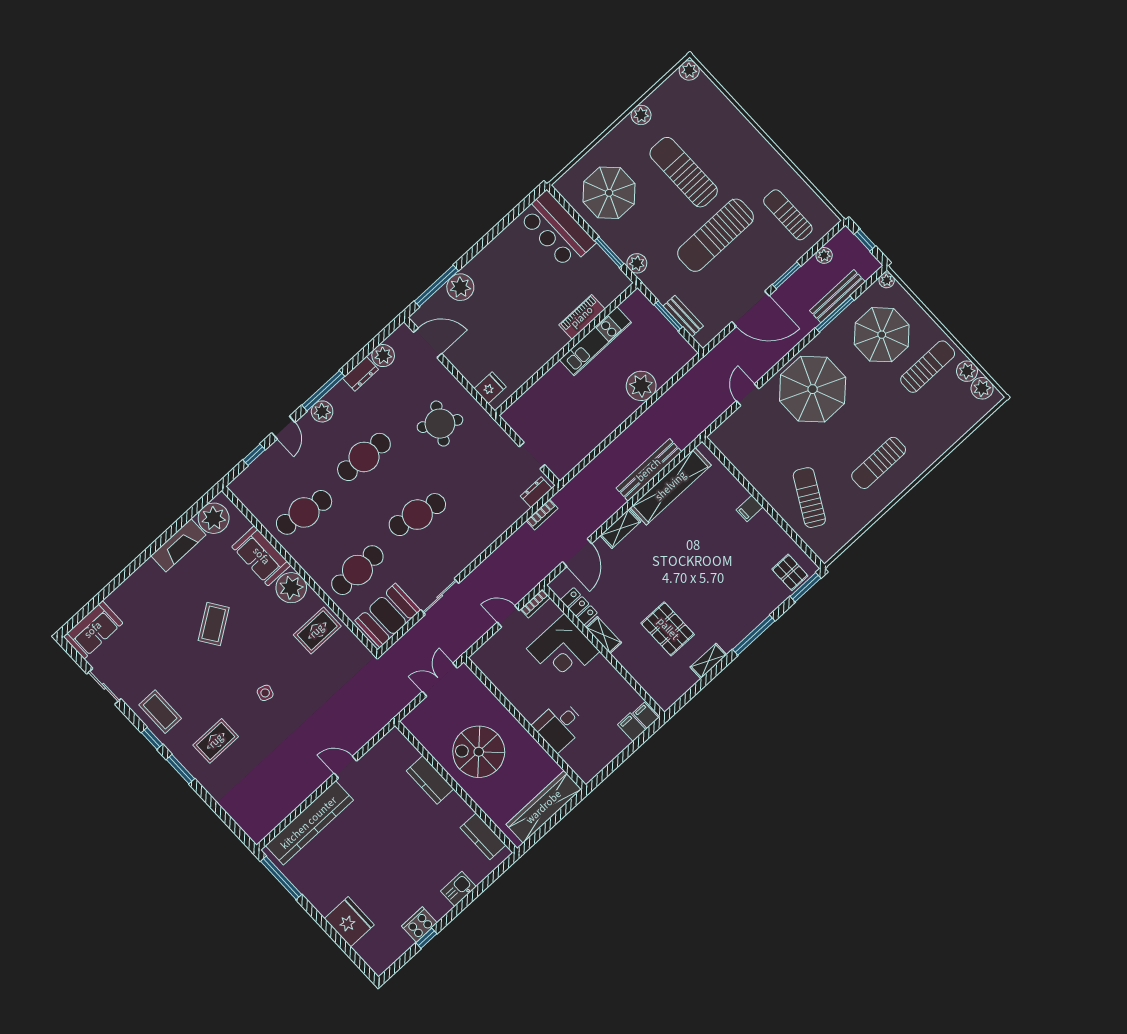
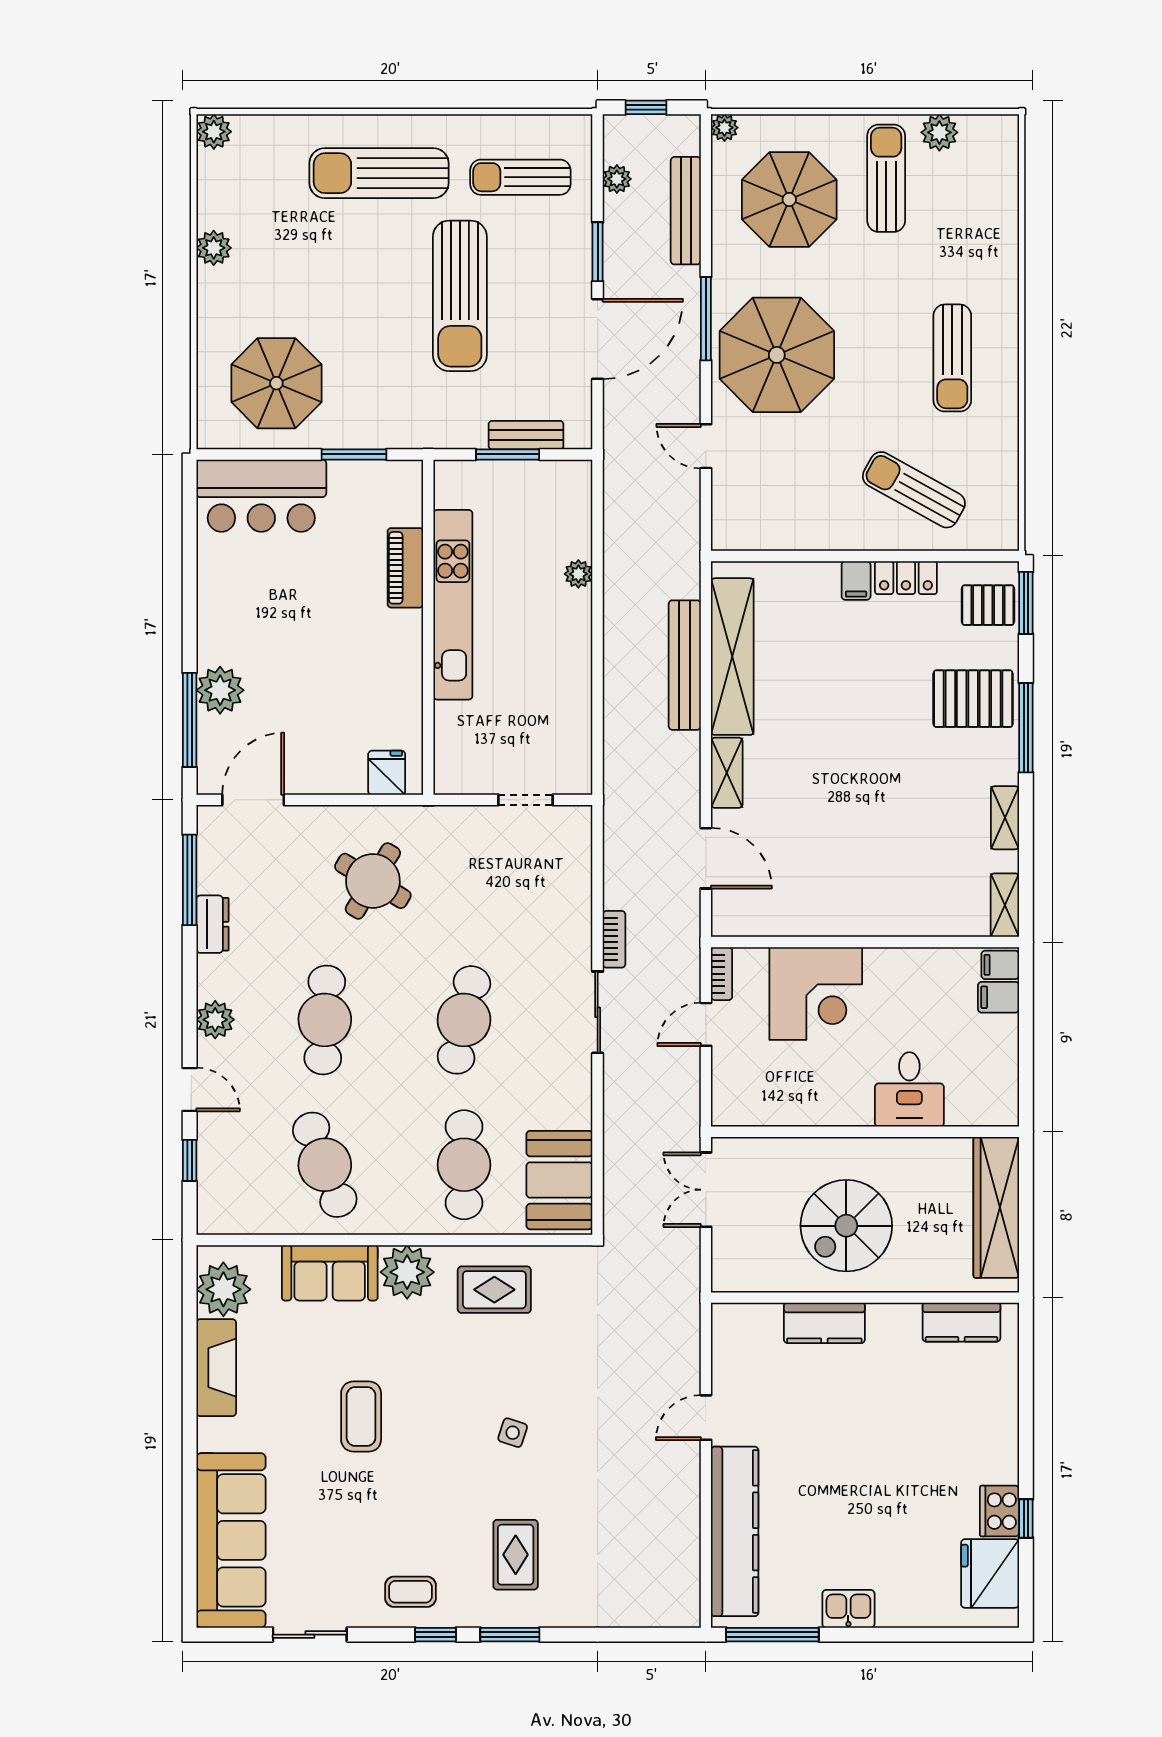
sun lounger: (684, 172) -> (379, 173), moved
plant: (637, 263) -> (402, 432), removed
window: (835, 314) -> (706, 319), moved
kitchen unit: (595, 341) -> (453, 605), width x1.36
plant: (383, 356) -> (216, 873), removed
plant: (641, 386) -> (578, 574), width x0.53, depth x0.53
plant: (982, 388) -> (980, 134), removed
window: (323, 391) -> (190, 880), moved
dresser: (536, 492) -> (578, 839), removed
cafe table: (304, 512) -> (325, 1165), turned -30
bookcase: (542, 514) -> (614, 939), moved
sliding door: (440, 596) -> (598, 1012), moved
locker: (579, 606) -> (906, 578), moved, turned 180
coffee table: (214, 624) -> (361, 1416), turned 34
pallet: (668, 629) -> (973, 699), moved
sofa: (93, 630) -> (231, 1540), width x1.85, depth x1.27
rug: (317, 631) -> (494, 1290), turned 90
shelving: (604, 635) -> (1005, 905), moved, turned 90
coffee table: (160, 712) -> (410, 1592), width x0.73, depth x0.77
kitchen sink: (458, 889) -> (848, 1609), moved, turned 90
fridge: (349, 922) -> (990, 1573), moved, turned -90

